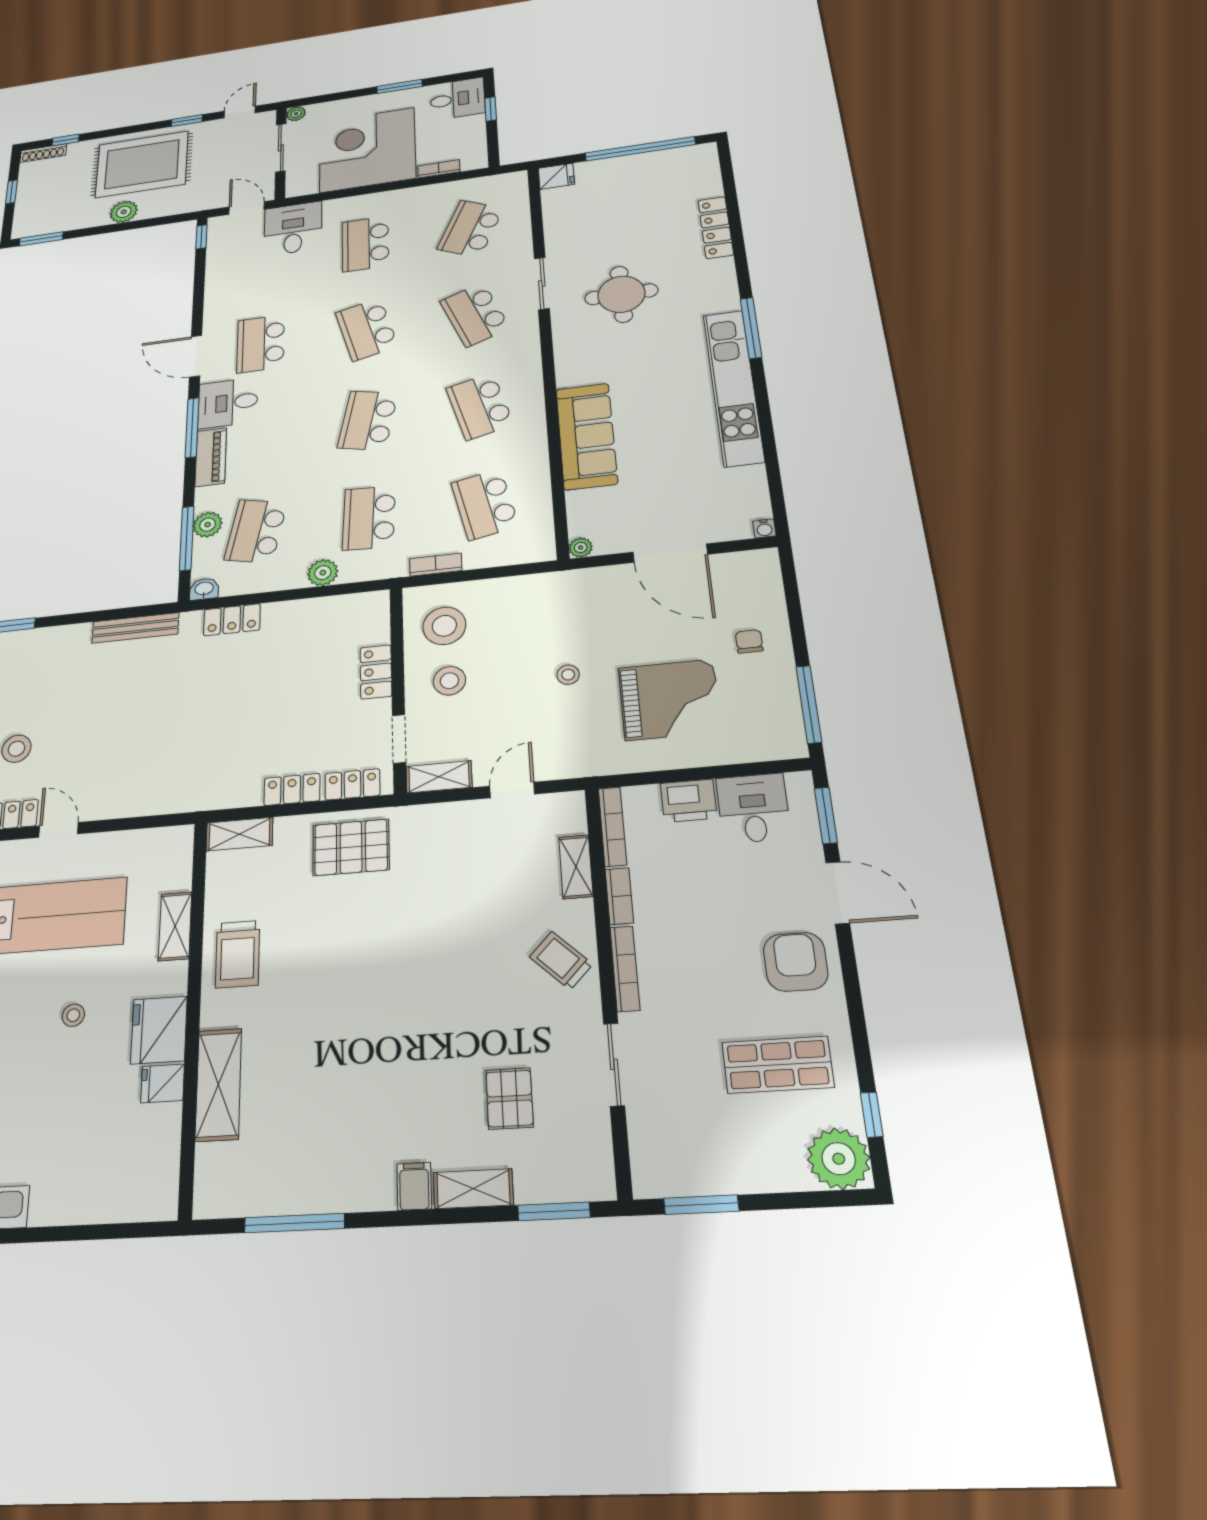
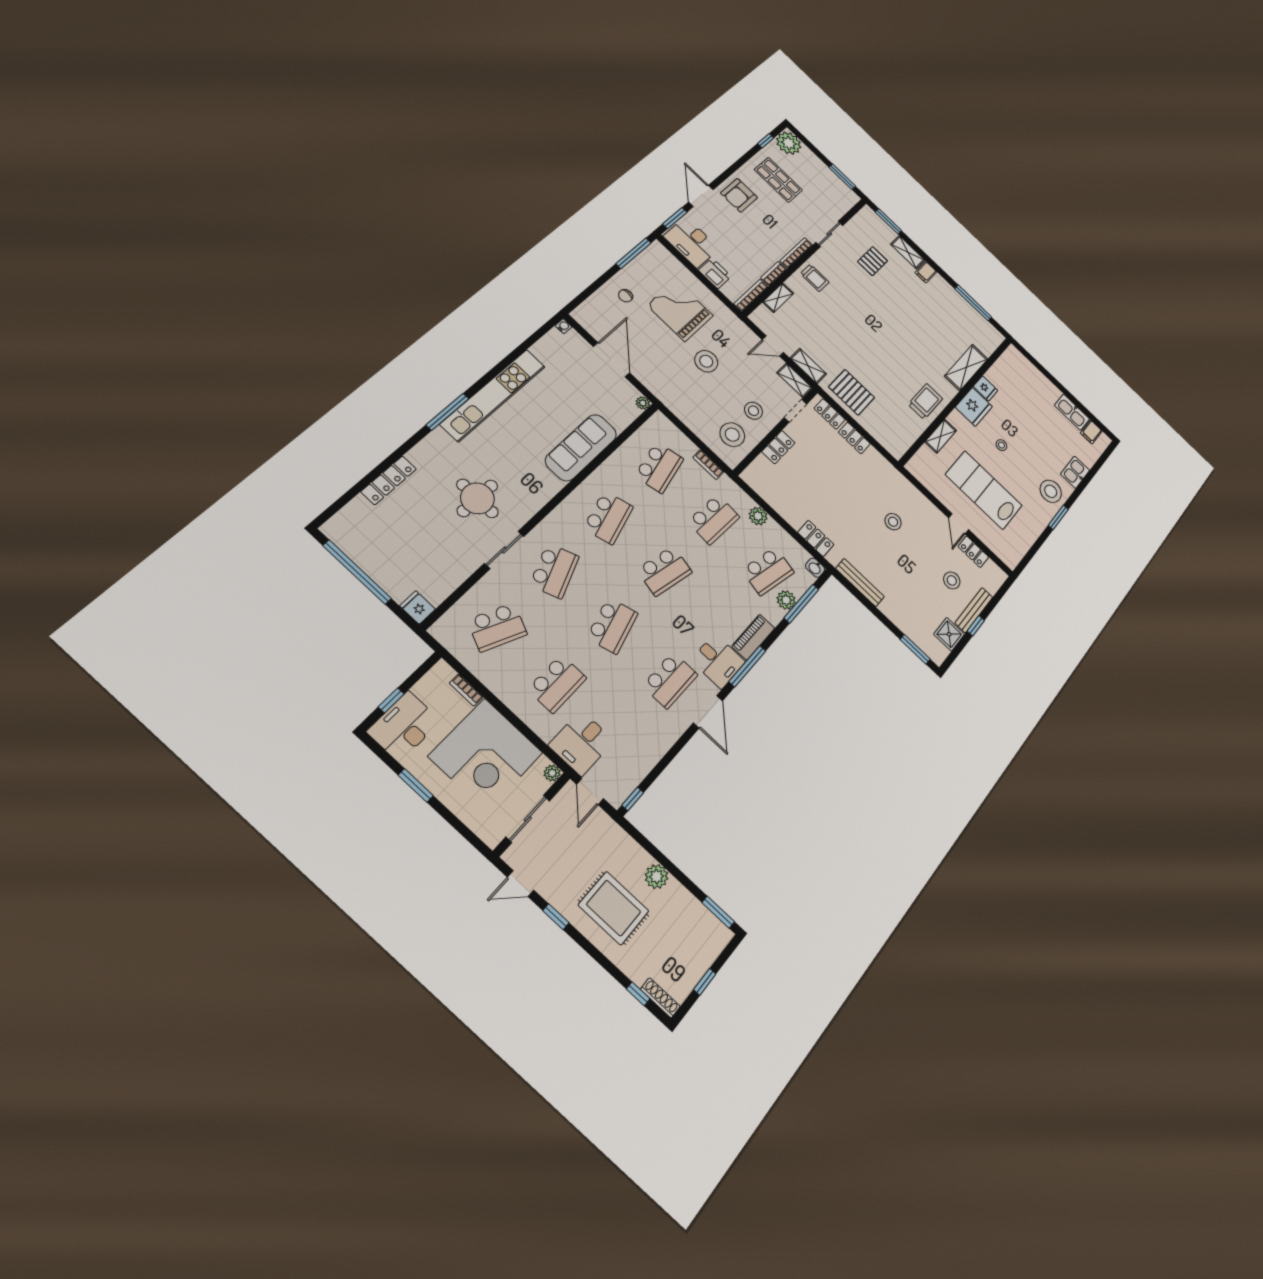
desk: (457, 99) -> (404, 726), width x1.37
plant: (296, 114) -> (552, 773), moved
rug: (142, 164) -> (614, 908), width x0.73, depth x0.69
stool: (568, 675) -> (706, 361), width x1.89, depth x1.89
stool: (151, 739) -> (893, 522), added
desk: (753, 808) -> (691, 242), width x1.37
shelving: (239, 834) -> (808, 366), moved
trolley: (561, 960) -> (815, 278), turned -44

